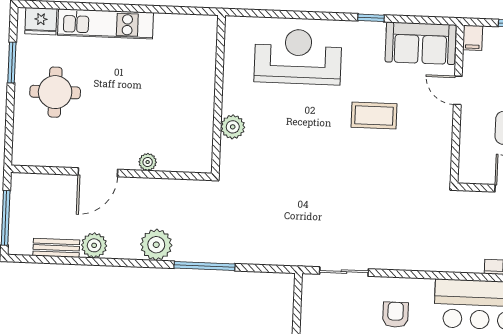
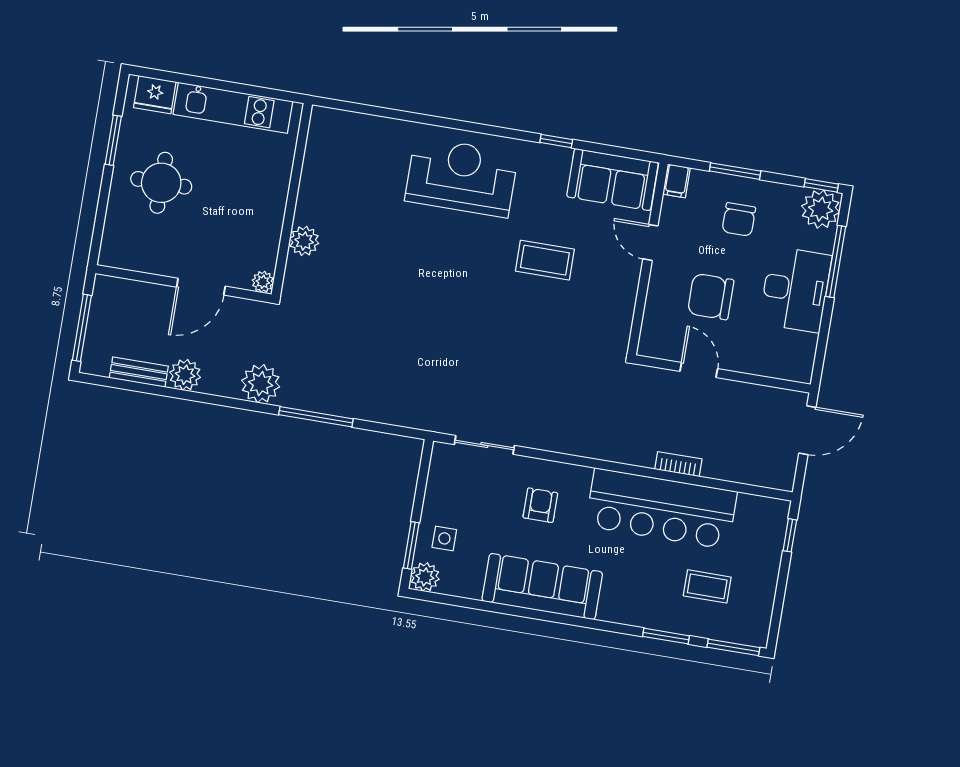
wall: (218, 94) -> (292, 199), moved
plant: (233, 127) -> (304, 241), moved

